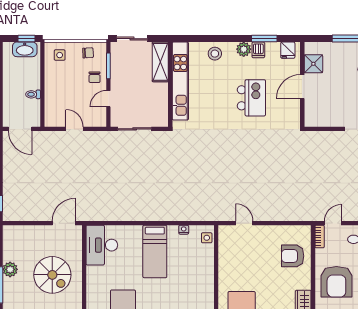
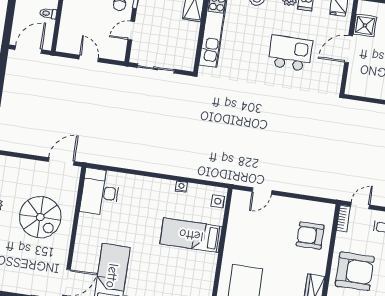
kitchen island: (251, 98) -> (290, 53), turned -90
door: (20, 129) -> (28, 50), swing flipped
door: (244, 223) -> (262, 191), swing flipped
nightstand: (184, 230) -> (181, 187), moved
bed: (155, 251) -> (191, 235), moved, turned 90
armchair: (336, 282) -> (355, 271), turned -90

